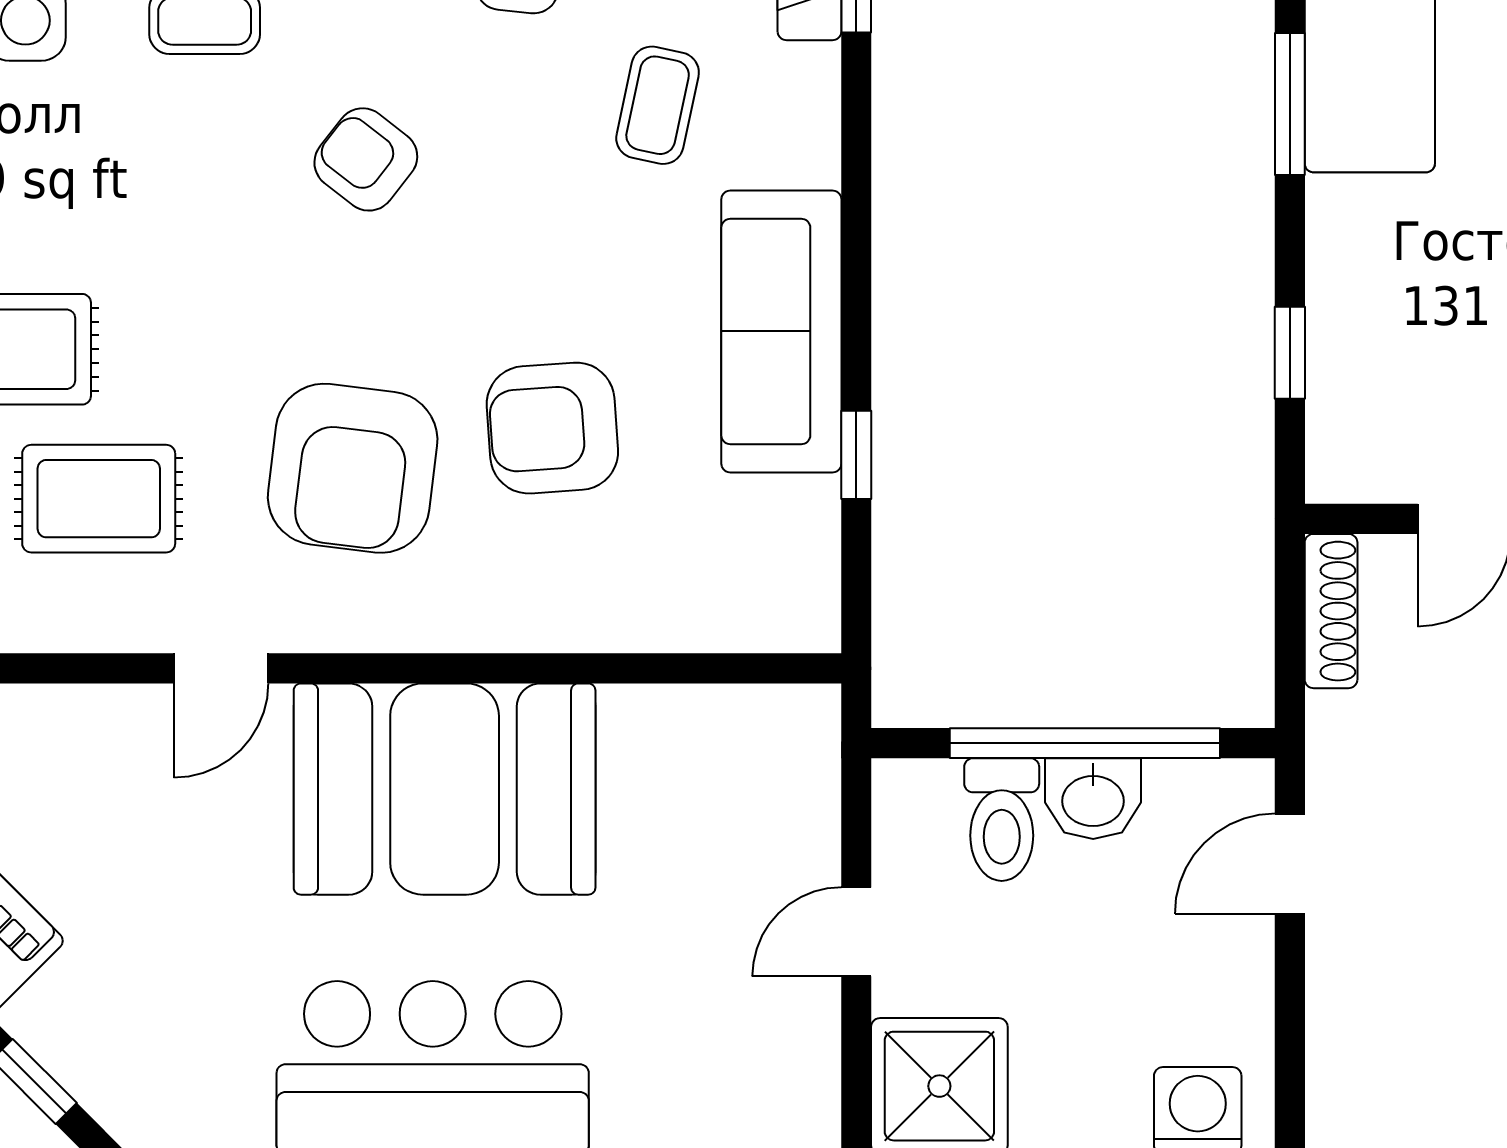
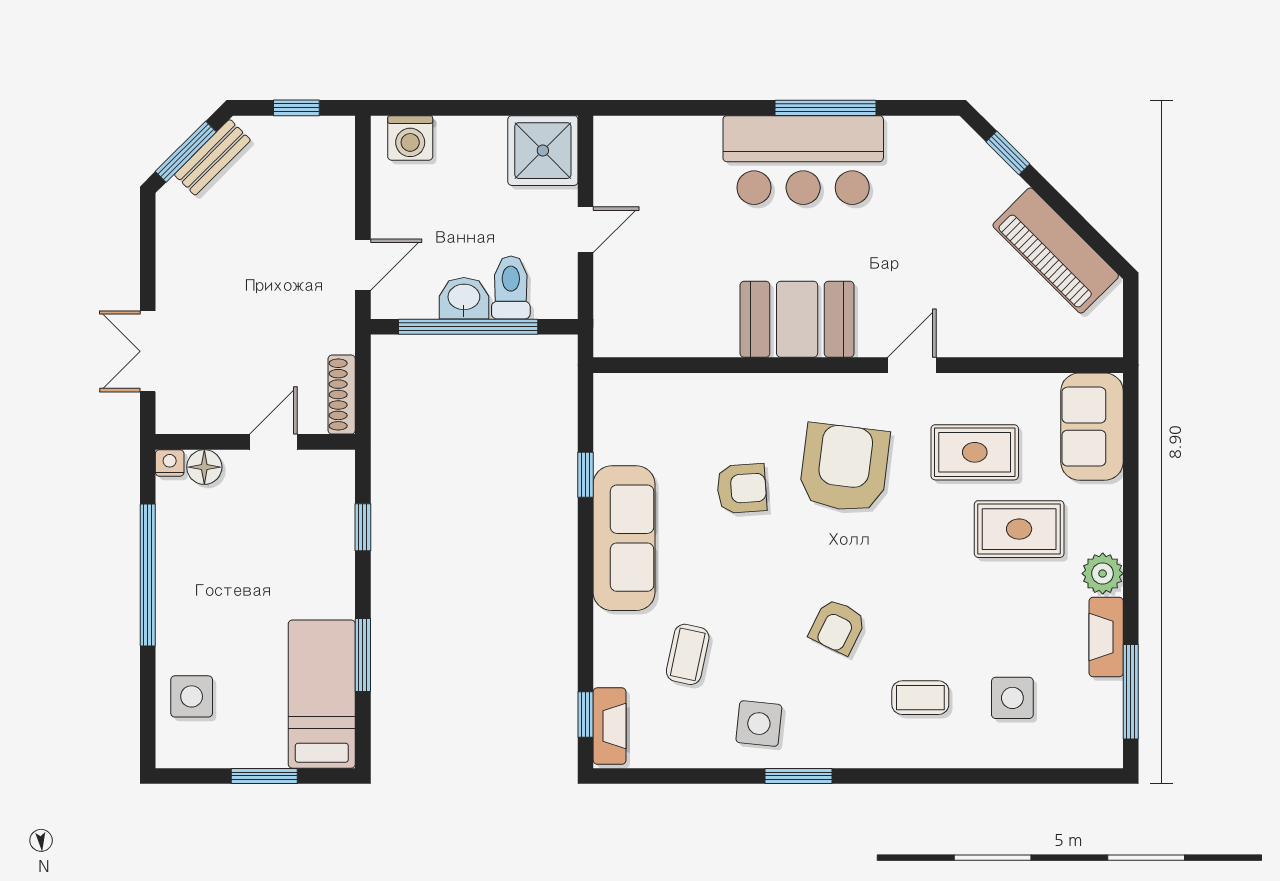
armchair: (366, 159) -> (838, 627), turned 78
armchair: (552, 428) -> (742, 489), width x0.72, depth x0.72
booth: (445, 789) -> (797, 319), width x0.73, depth x0.70

